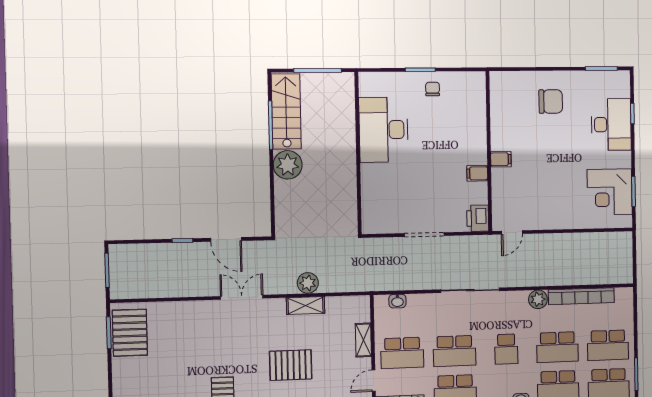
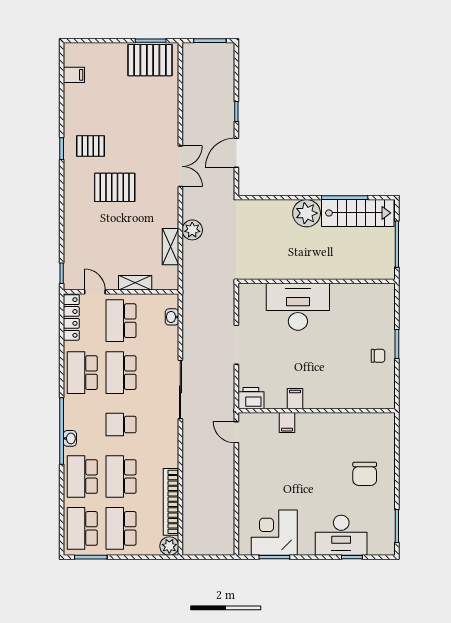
desk: (384, 130) -> (298, 307), moved
filing cabinet: (501, 159) -> (287, 422), moved
plant: (538, 299) -> (169, 546), moved
shelving: (306, 306) -> (170, 247), moved
pallet: (291, 365) -> (115, 187), moved, turned 90

